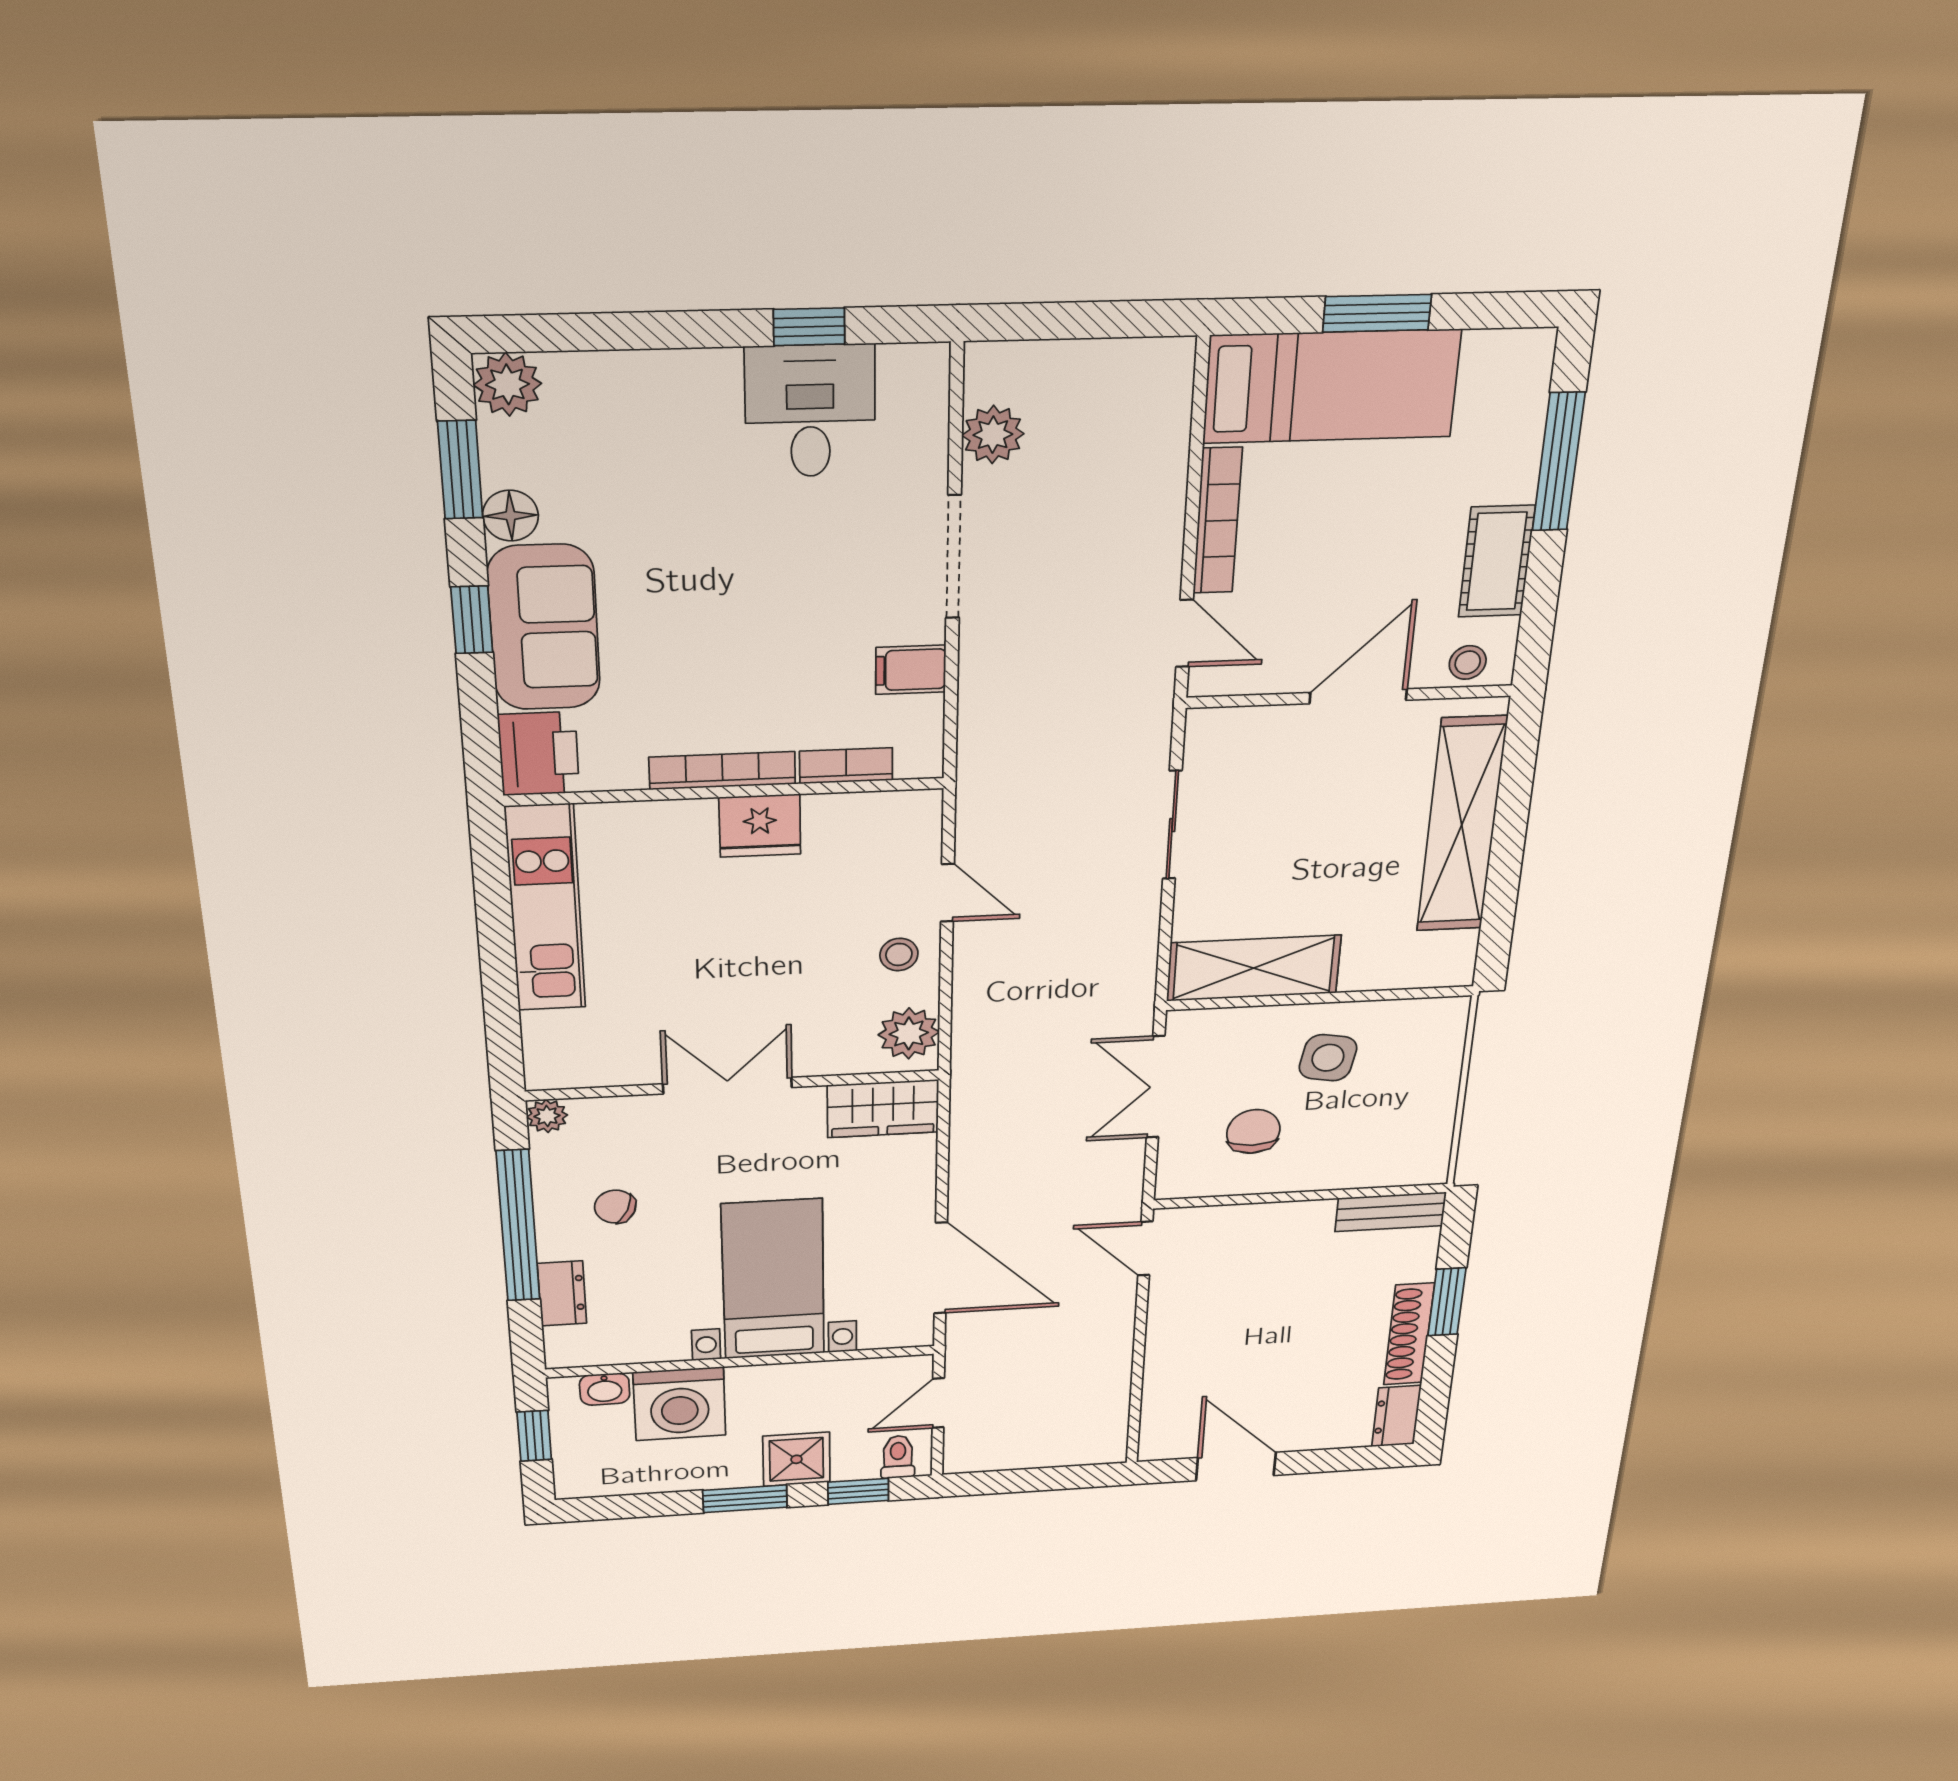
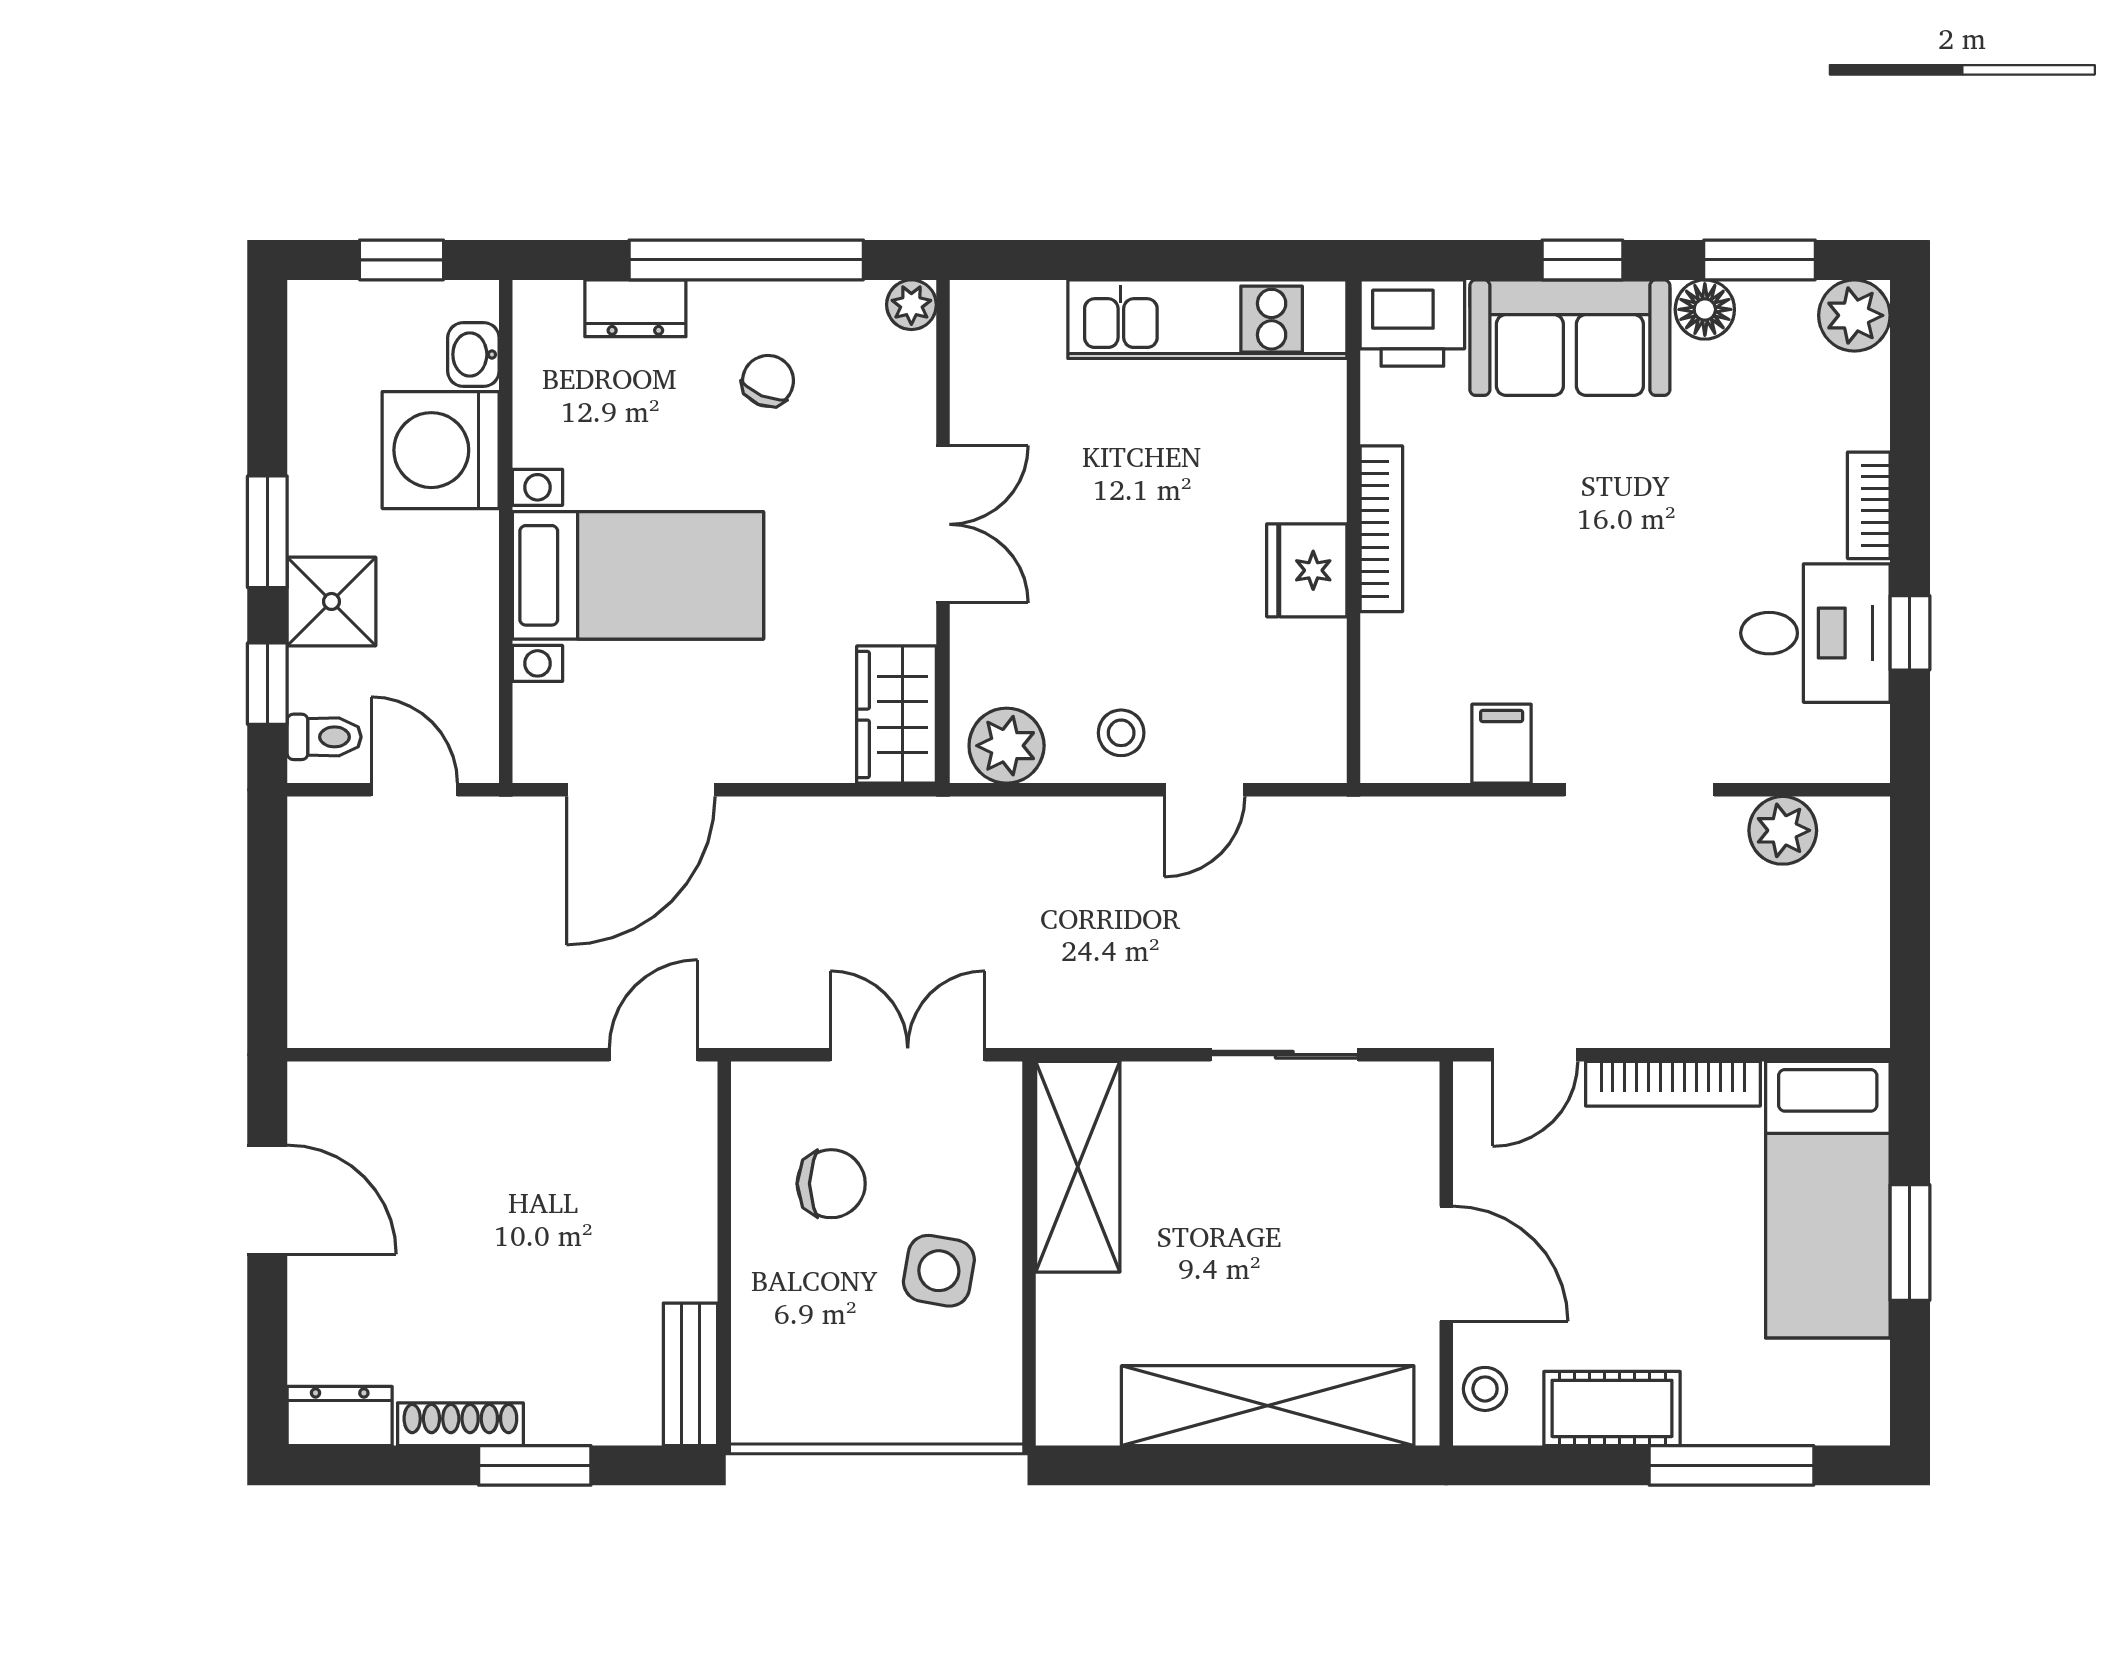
bookcase: (846, 766) -> (1869, 505), moved, turned 180
shoe rack: (1409, 1334) -> (460, 1424), width x0.74, depth x0.81
door: (1236, 1466) -> (267, 1200), hinge flipped

